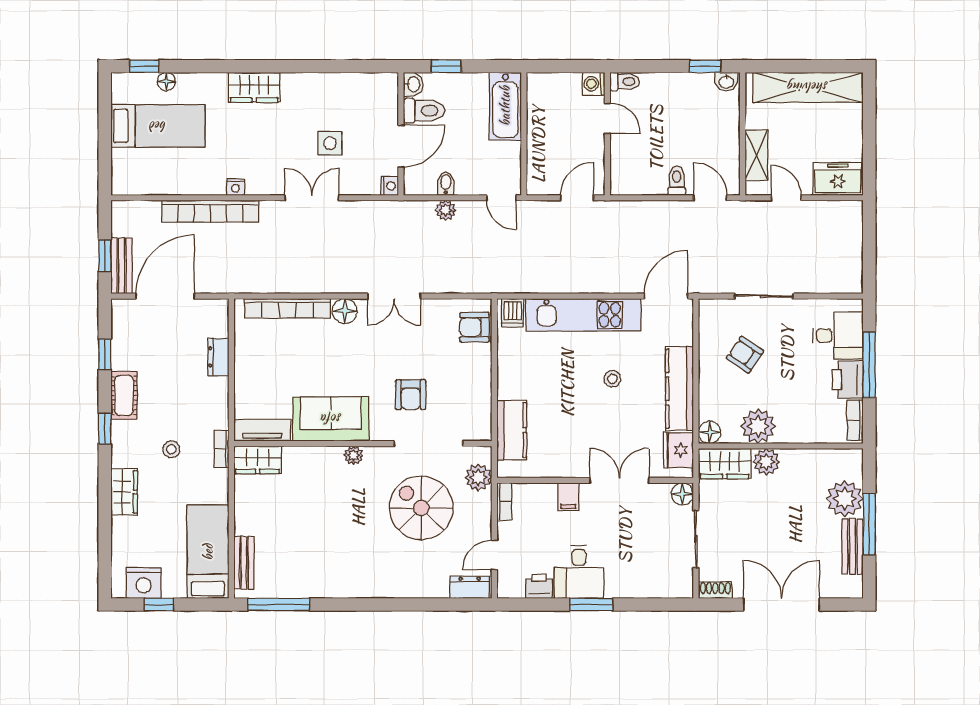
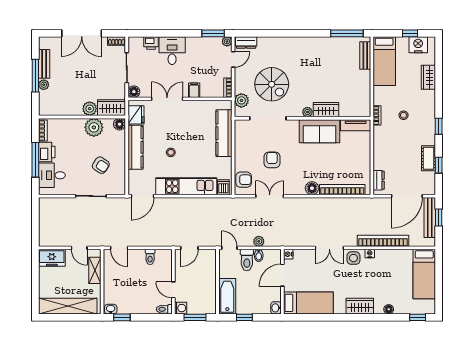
window: (446, 66) -> (244, 317), moved
window: (567, 66) -> (195, 317), added
floor lamp: (166, 81) -> (389, 309), moved
bed: (352, 93) -> (308, 303), added
toilet: (424, 111) -> (247, 260), moved, turned -90
bed: (158, 126) -> (424, 274), moved, turned -90
side table: (330, 143) -> (353, 258), moved
toilet: (677, 181) -> (150, 257), moved
bench: (122, 266) -> (430, 217), width x1.36
double door: (394, 296) -> (270, 196), moved
dresser: (218, 357) -> (379, 180), moved
cot: (124, 395) -> (429, 158), moved
armchair: (411, 395) -> (272, 160), moved
kitchen counter: (512, 430) -> (224, 133), width x1.50
wardrobe: (258, 460) -> (326, 110), moved
double door: (619, 480) -> (167, 99), swing flipped
wardrobe: (124, 492) -> (428, 77), moved
plant: (845, 499) -> (44, 85), width x0.53, depth x0.53
desk: (579, 572) -> (172, 51), moved
printer: (539, 586) -> (151, 43), moved
plant: (506, 589) -> (227, 41), added
window: (591, 605) -> (213, 33), moved

